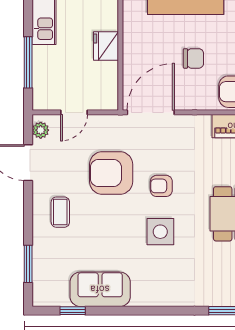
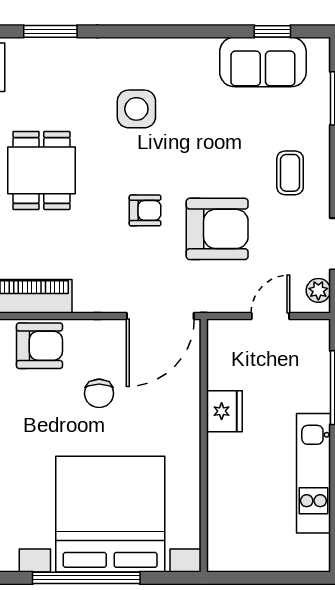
chair: (193, 58) -> (99, 393), turned -90
side table: (160, 232) -> (136, 109), moved
sofa: (100, 289) -> (263, 62), moved

